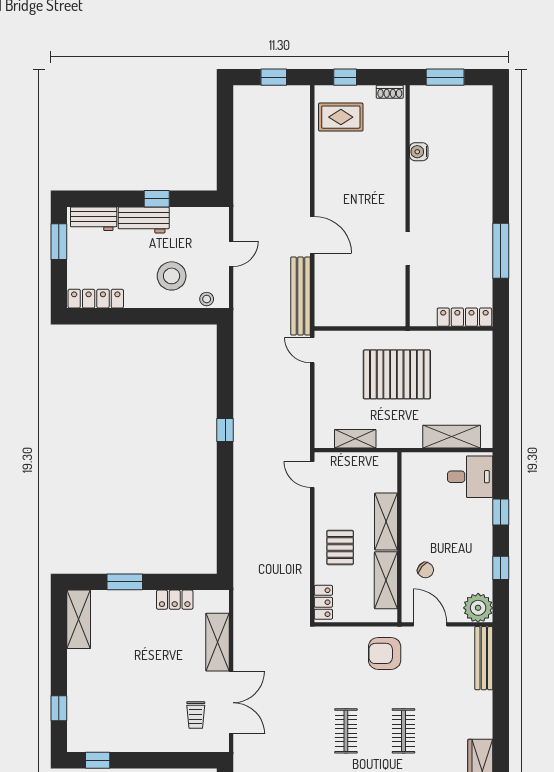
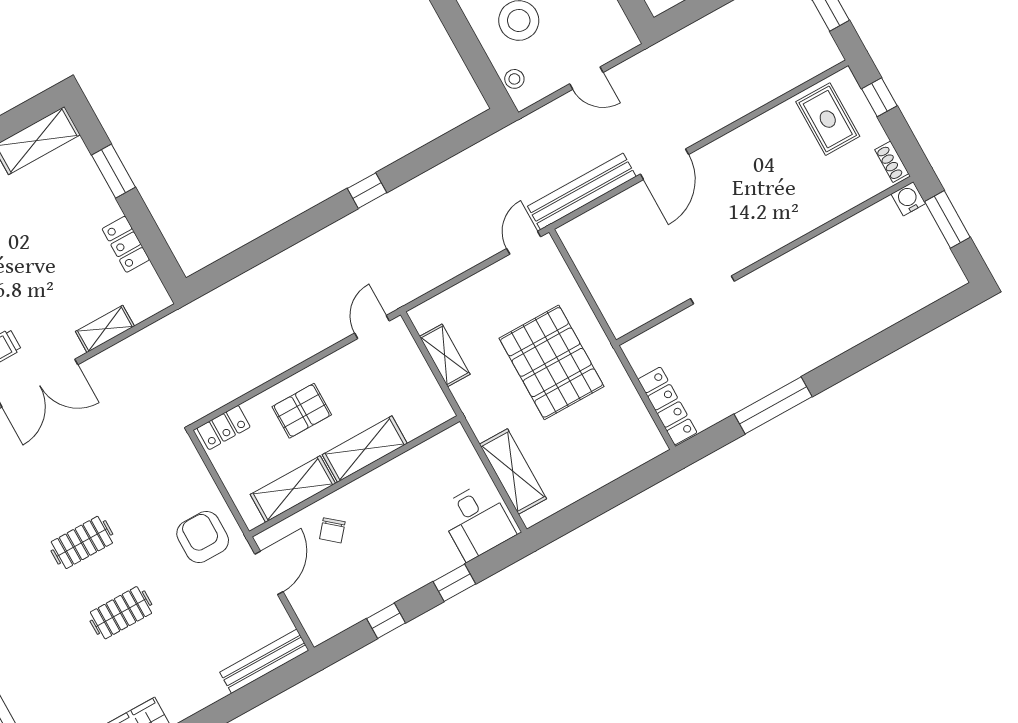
water cooler: (419, 152) -> (908, 199), moved
plant: (478, 608) -> (322, 620), removed
shelving: (218, 642) -> (105, 329), width x0.67, depth x0.75

